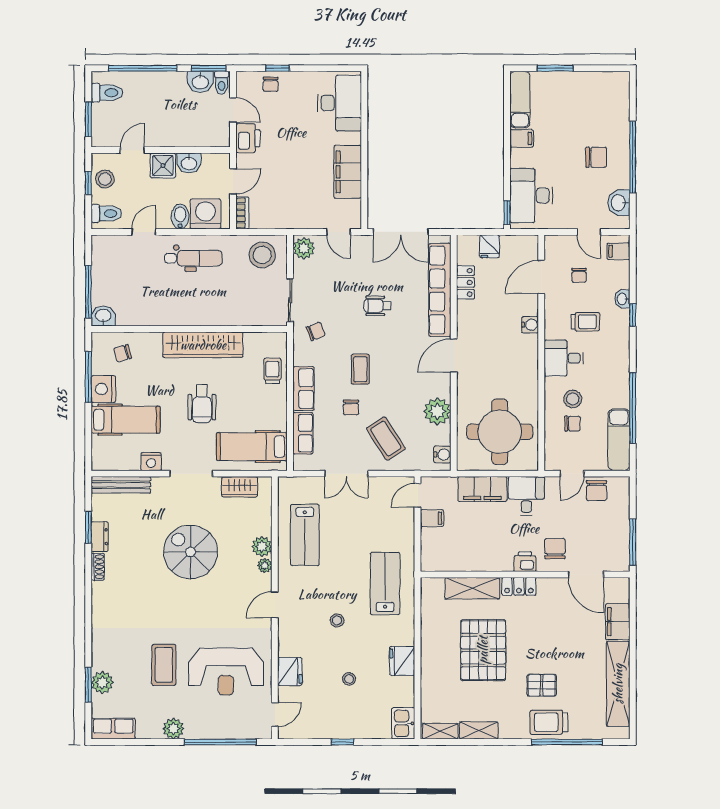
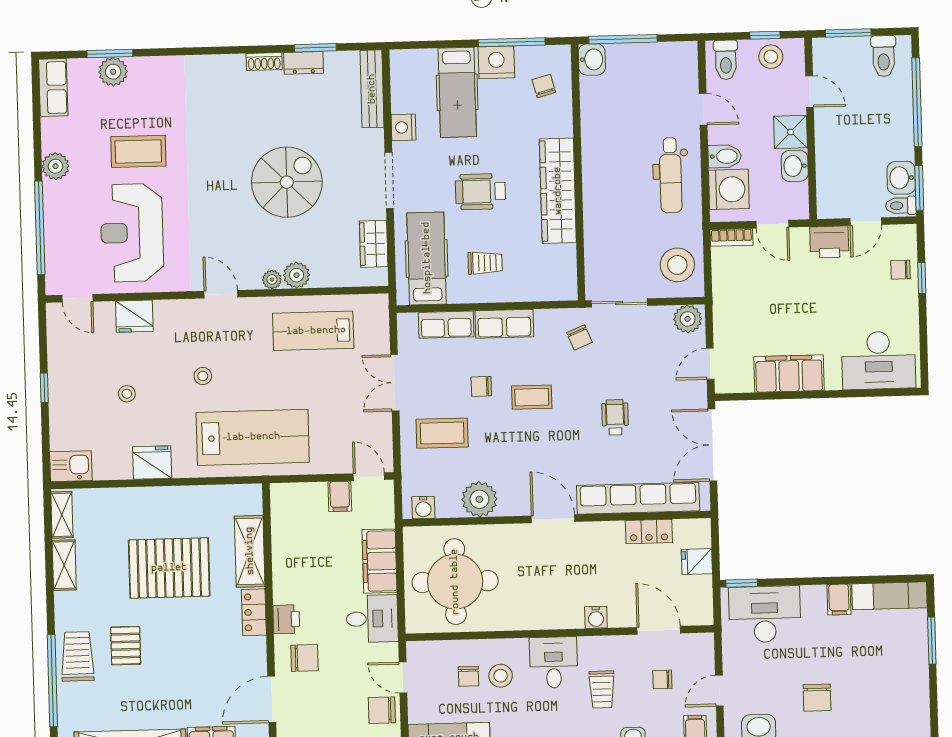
trolley: (272, 371) -> (485, 263), moved
coffee table: (386, 439) -> (442, 433), turned 33
lab bench: (385, 584) -> (253, 437), width x1.36, depth x1.39

